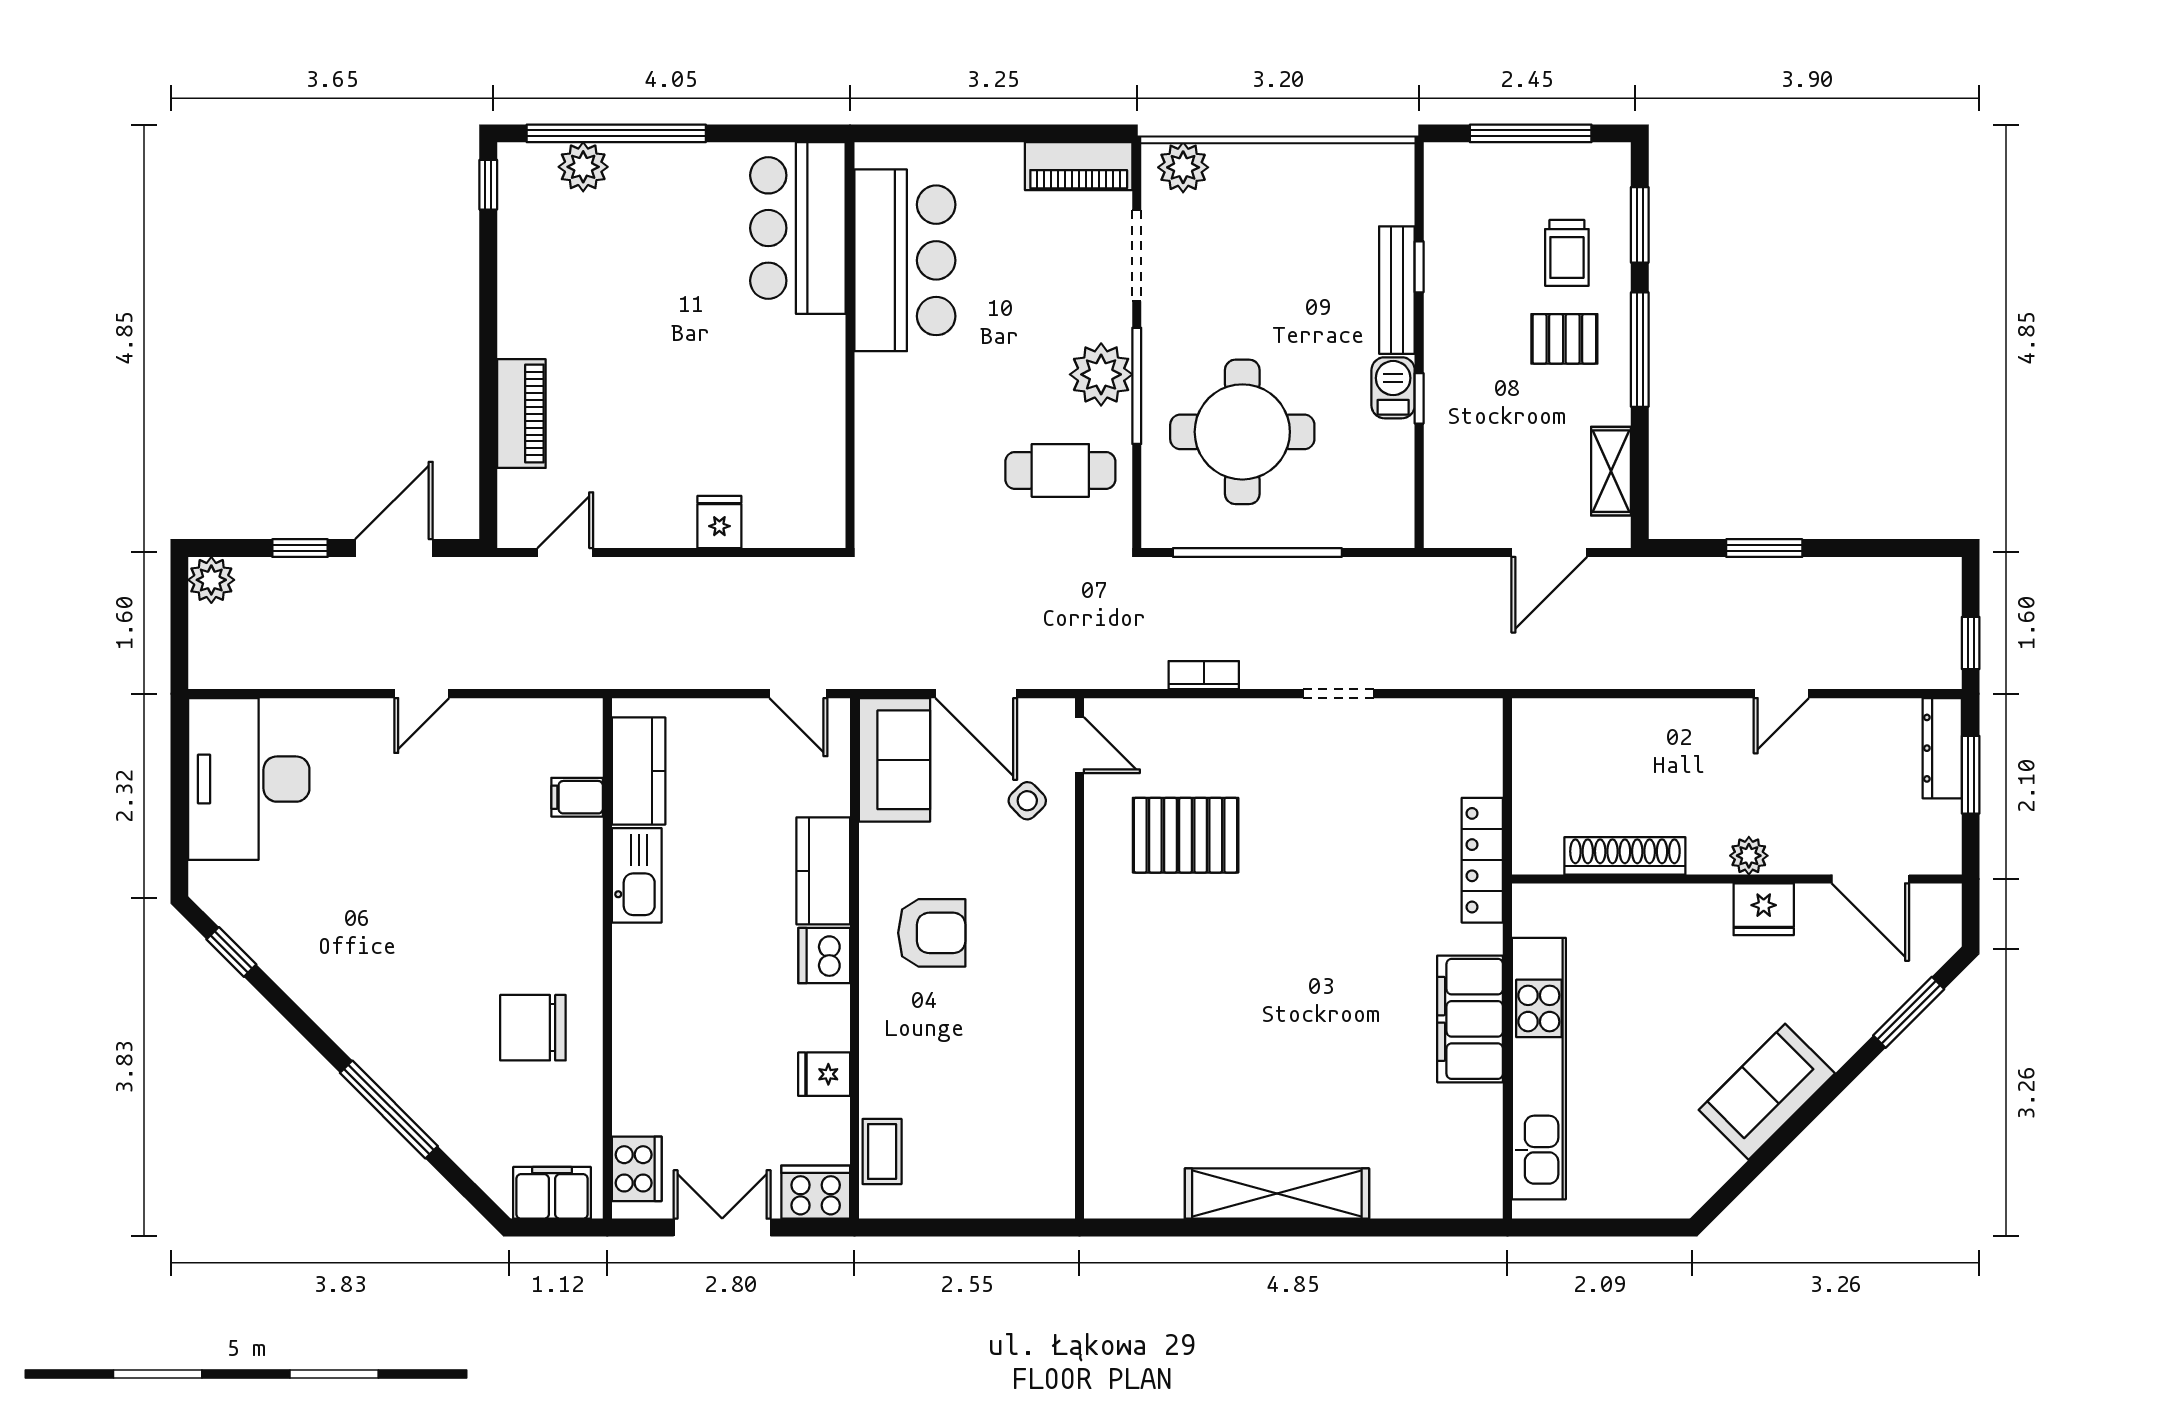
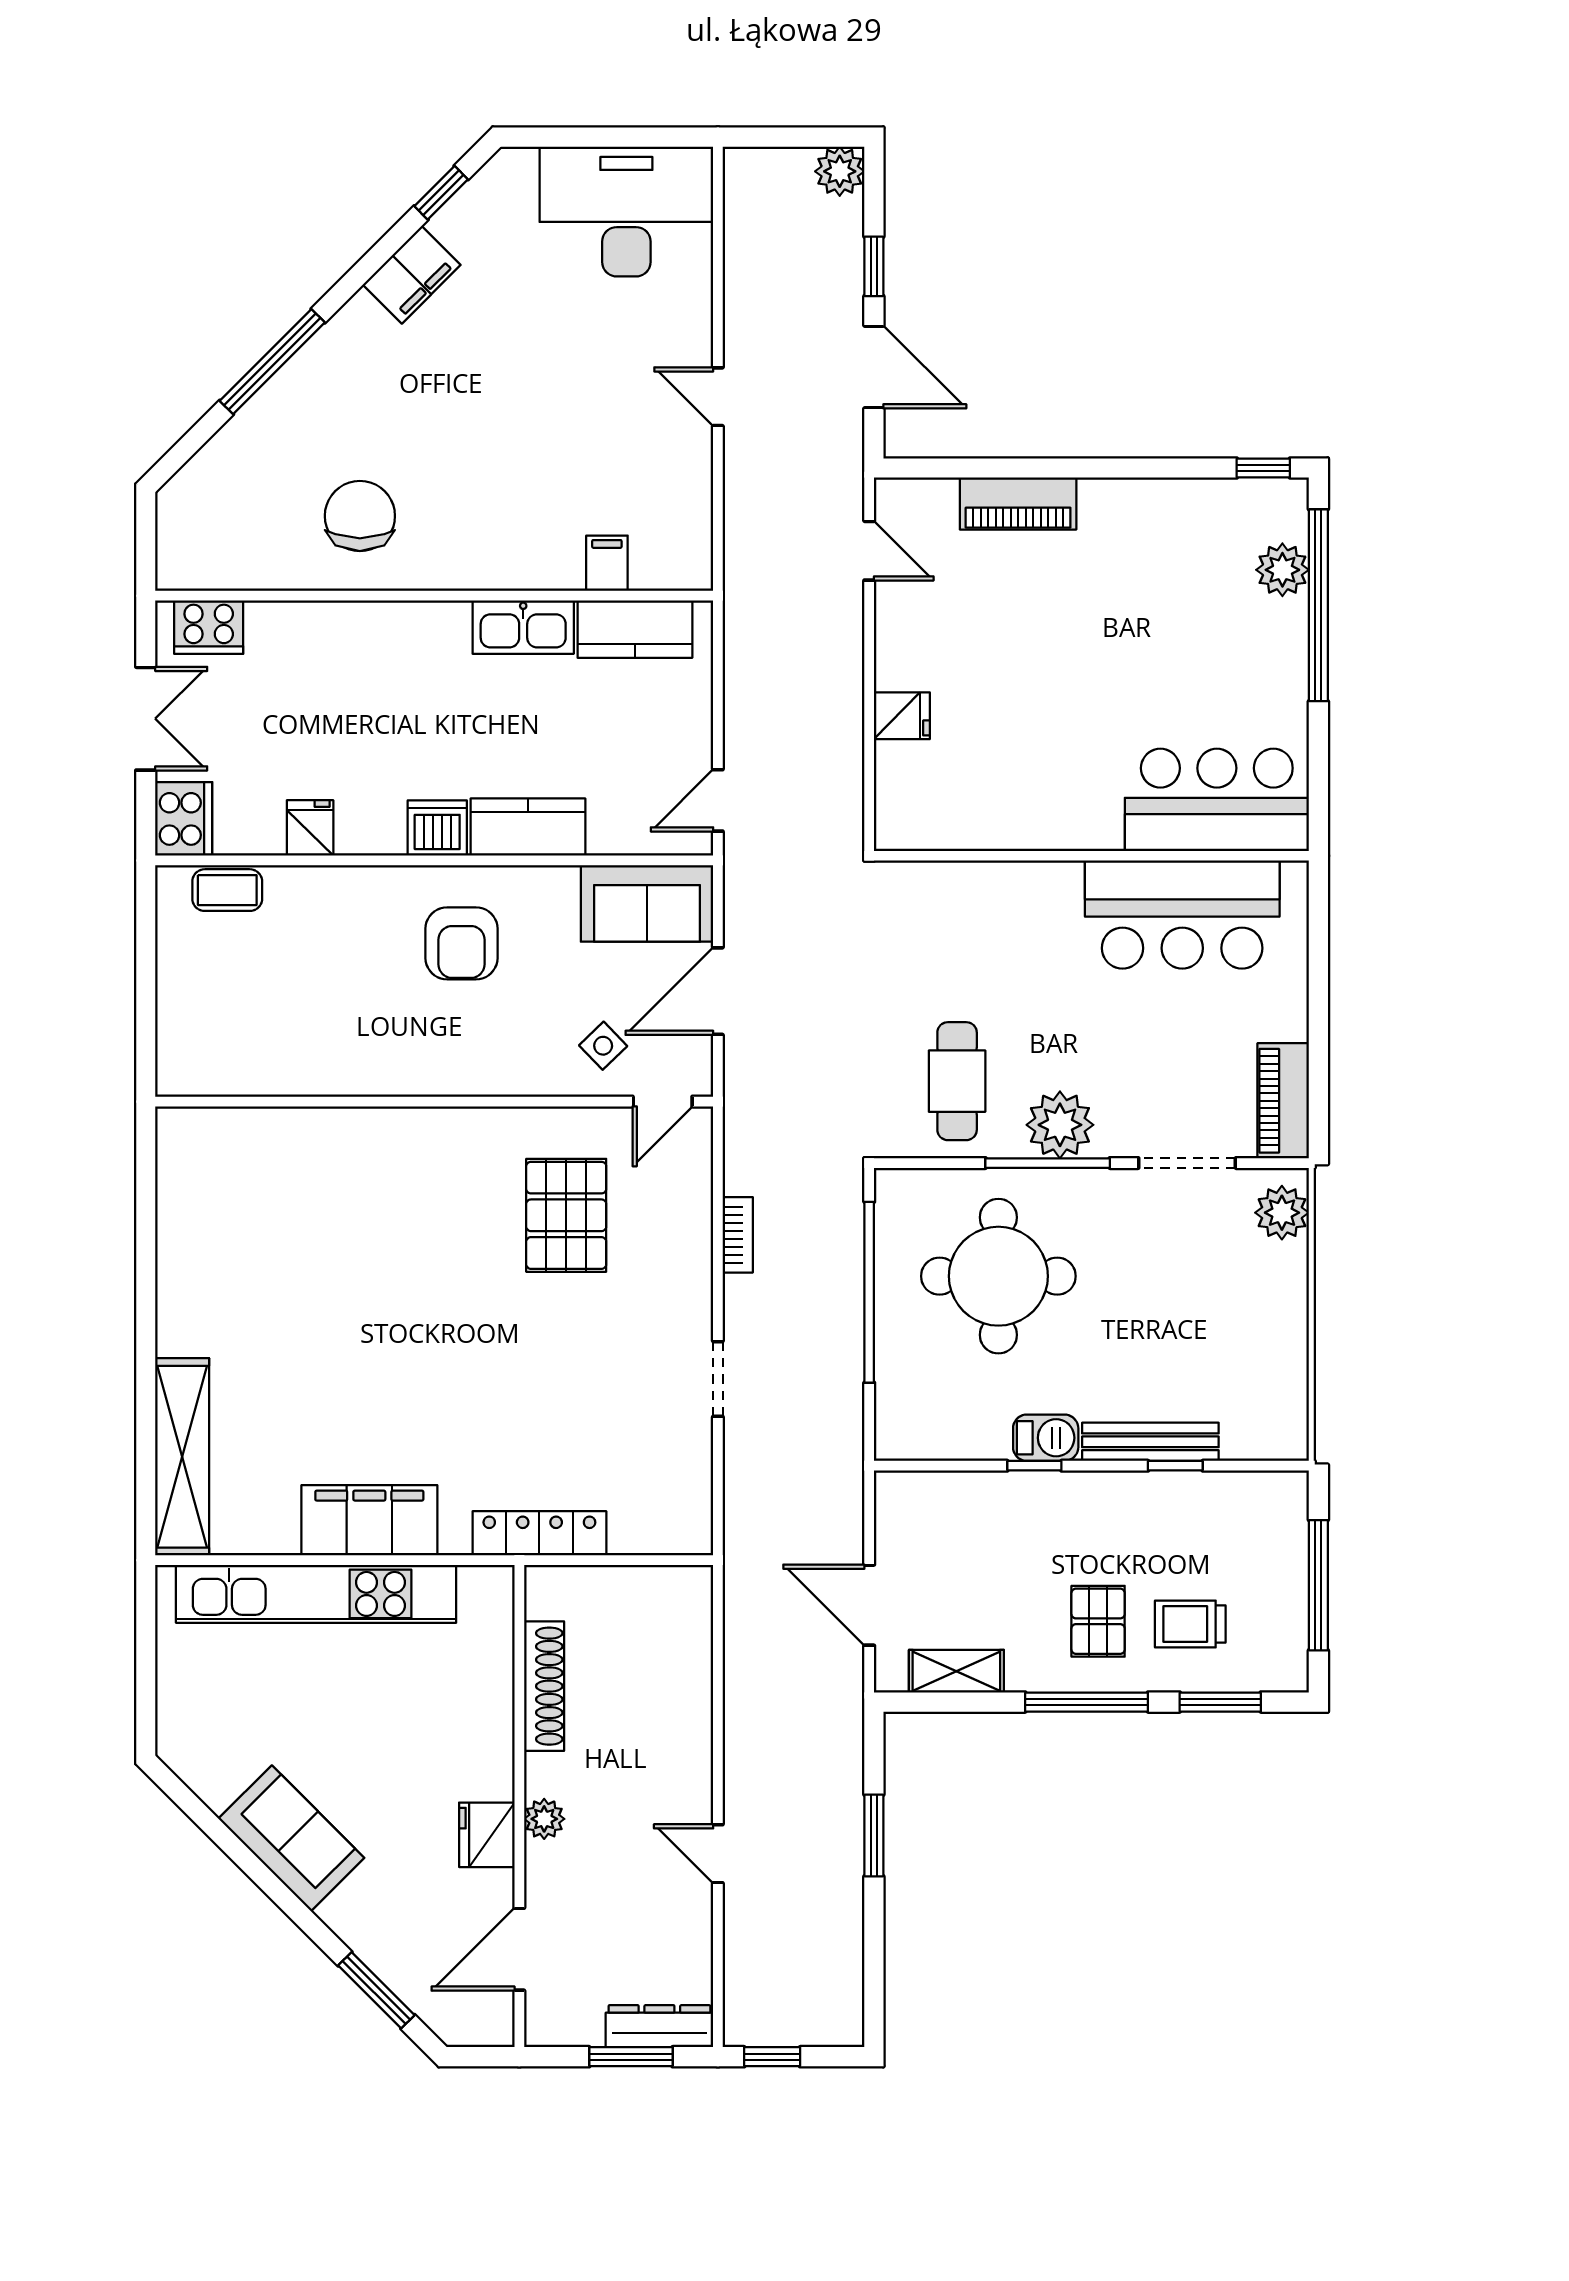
filing cabinet: (552, 1193) -> (412, 275), moved, turned 45
shelving: (1277, 1194) -> (182, 1457), moved

